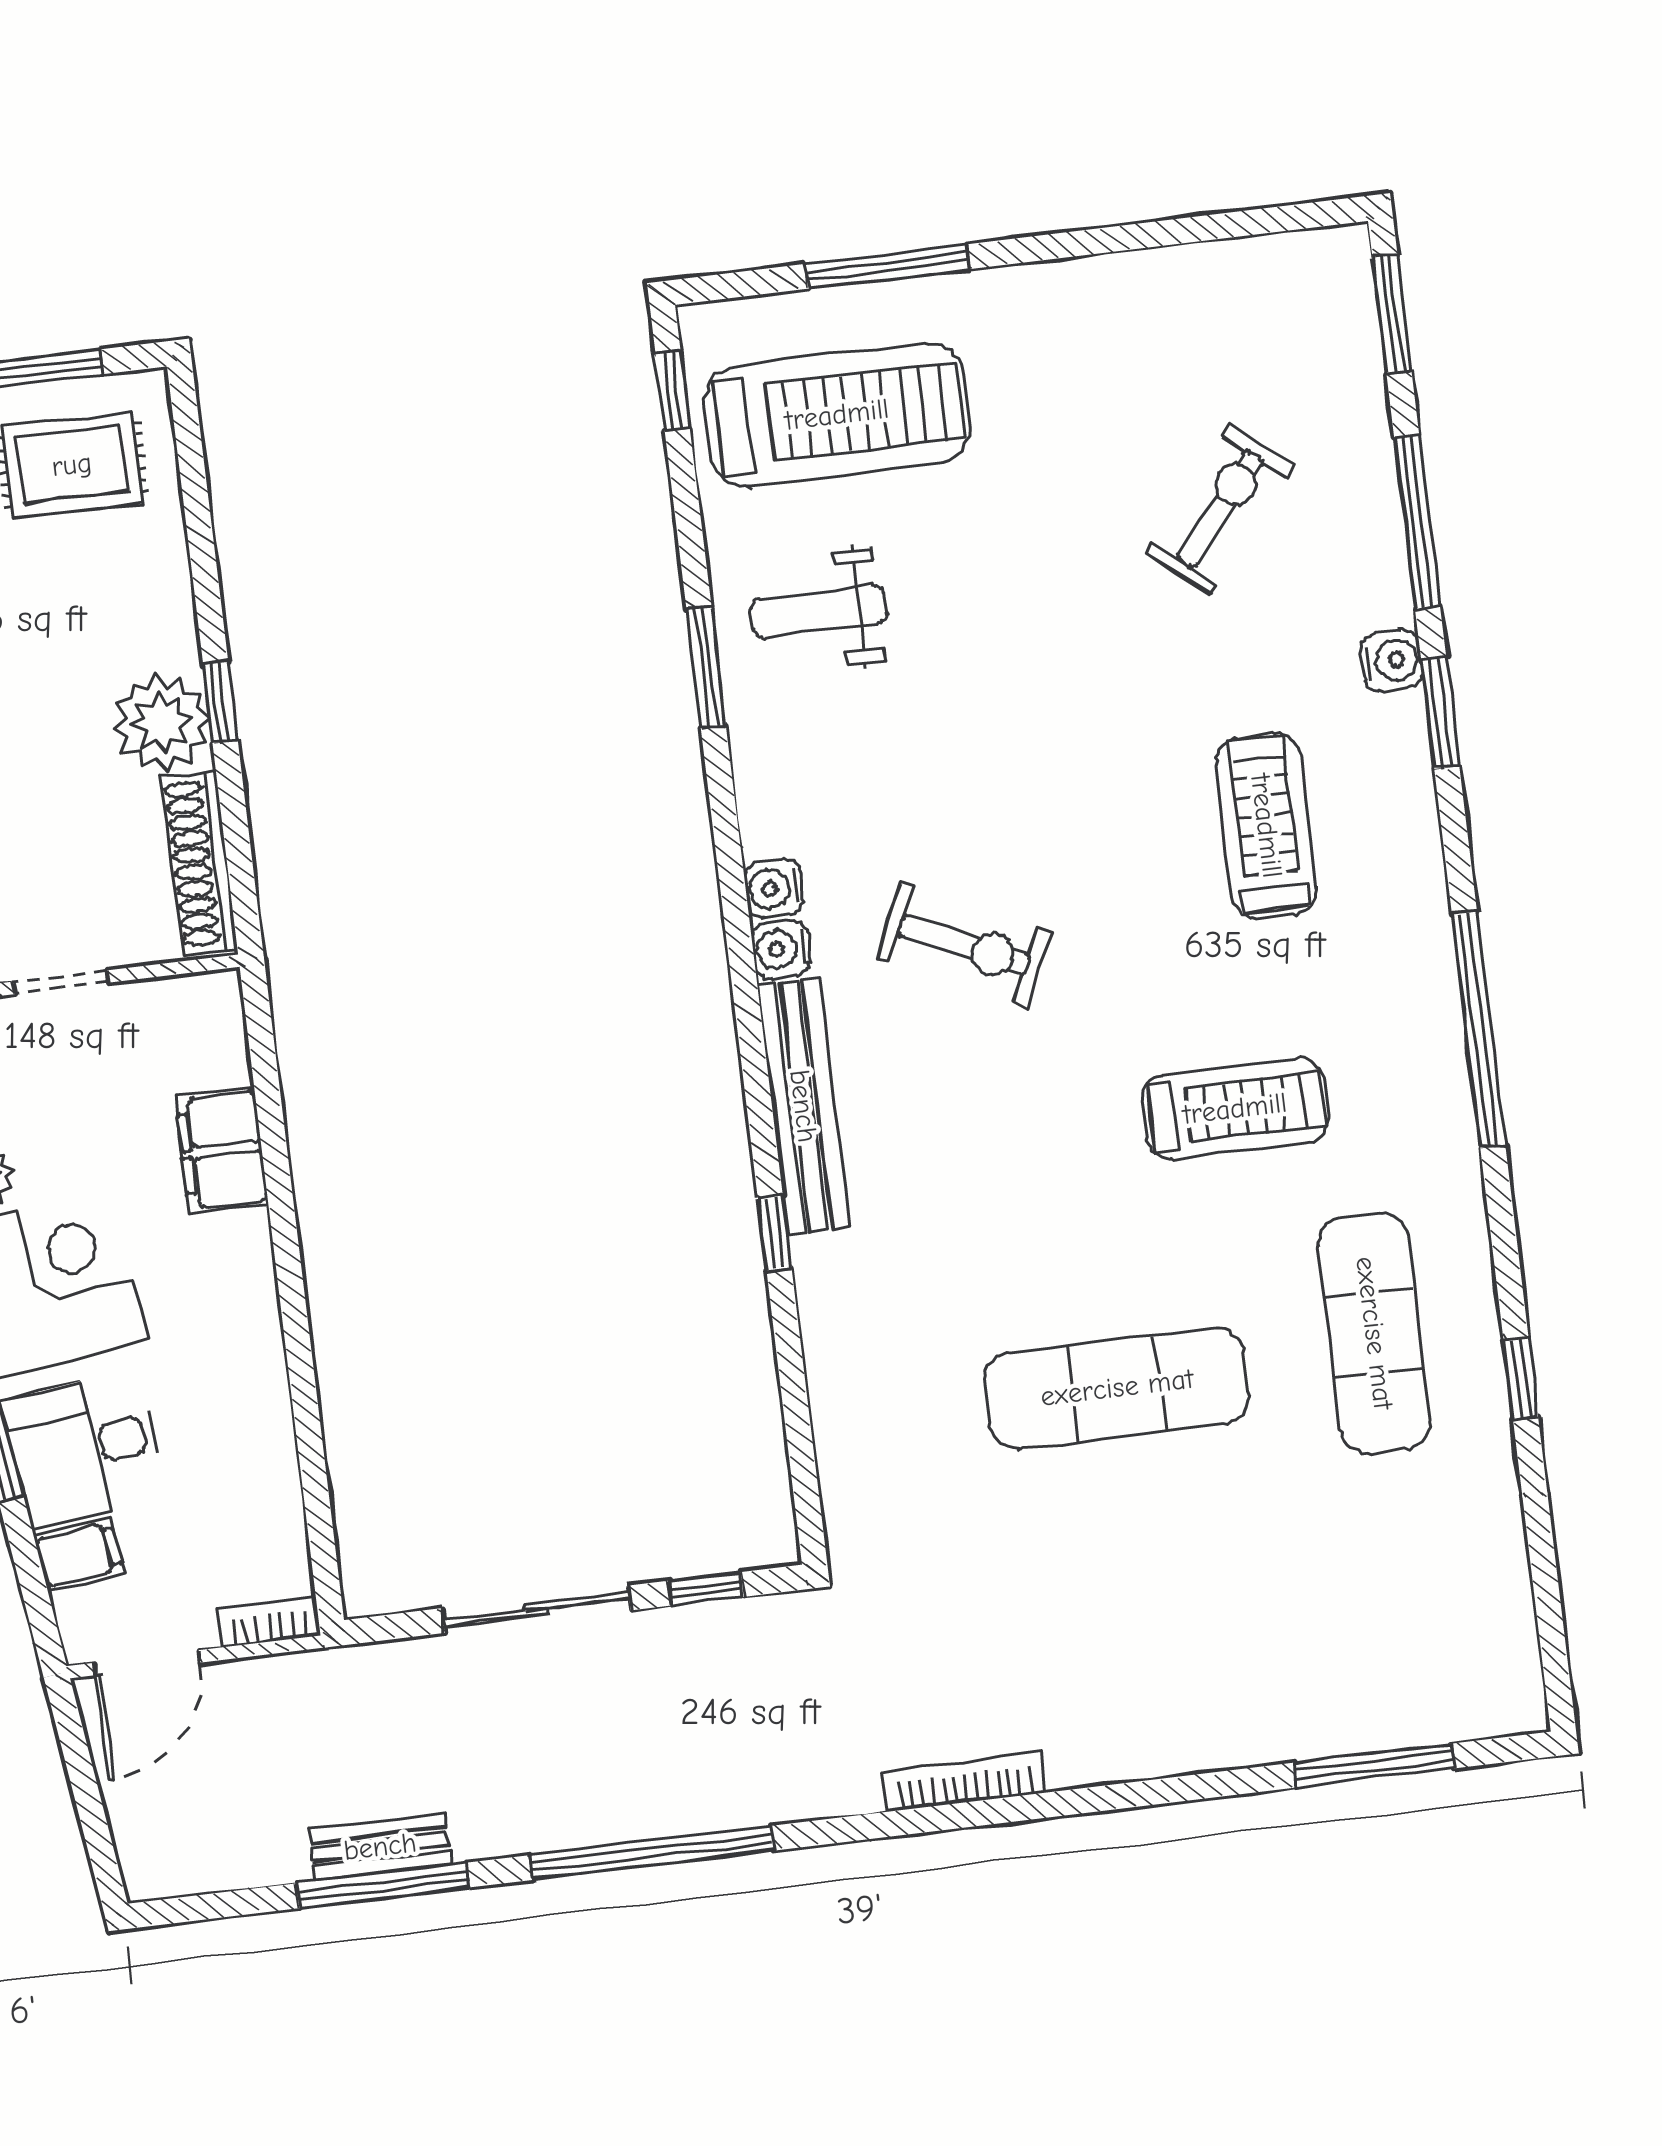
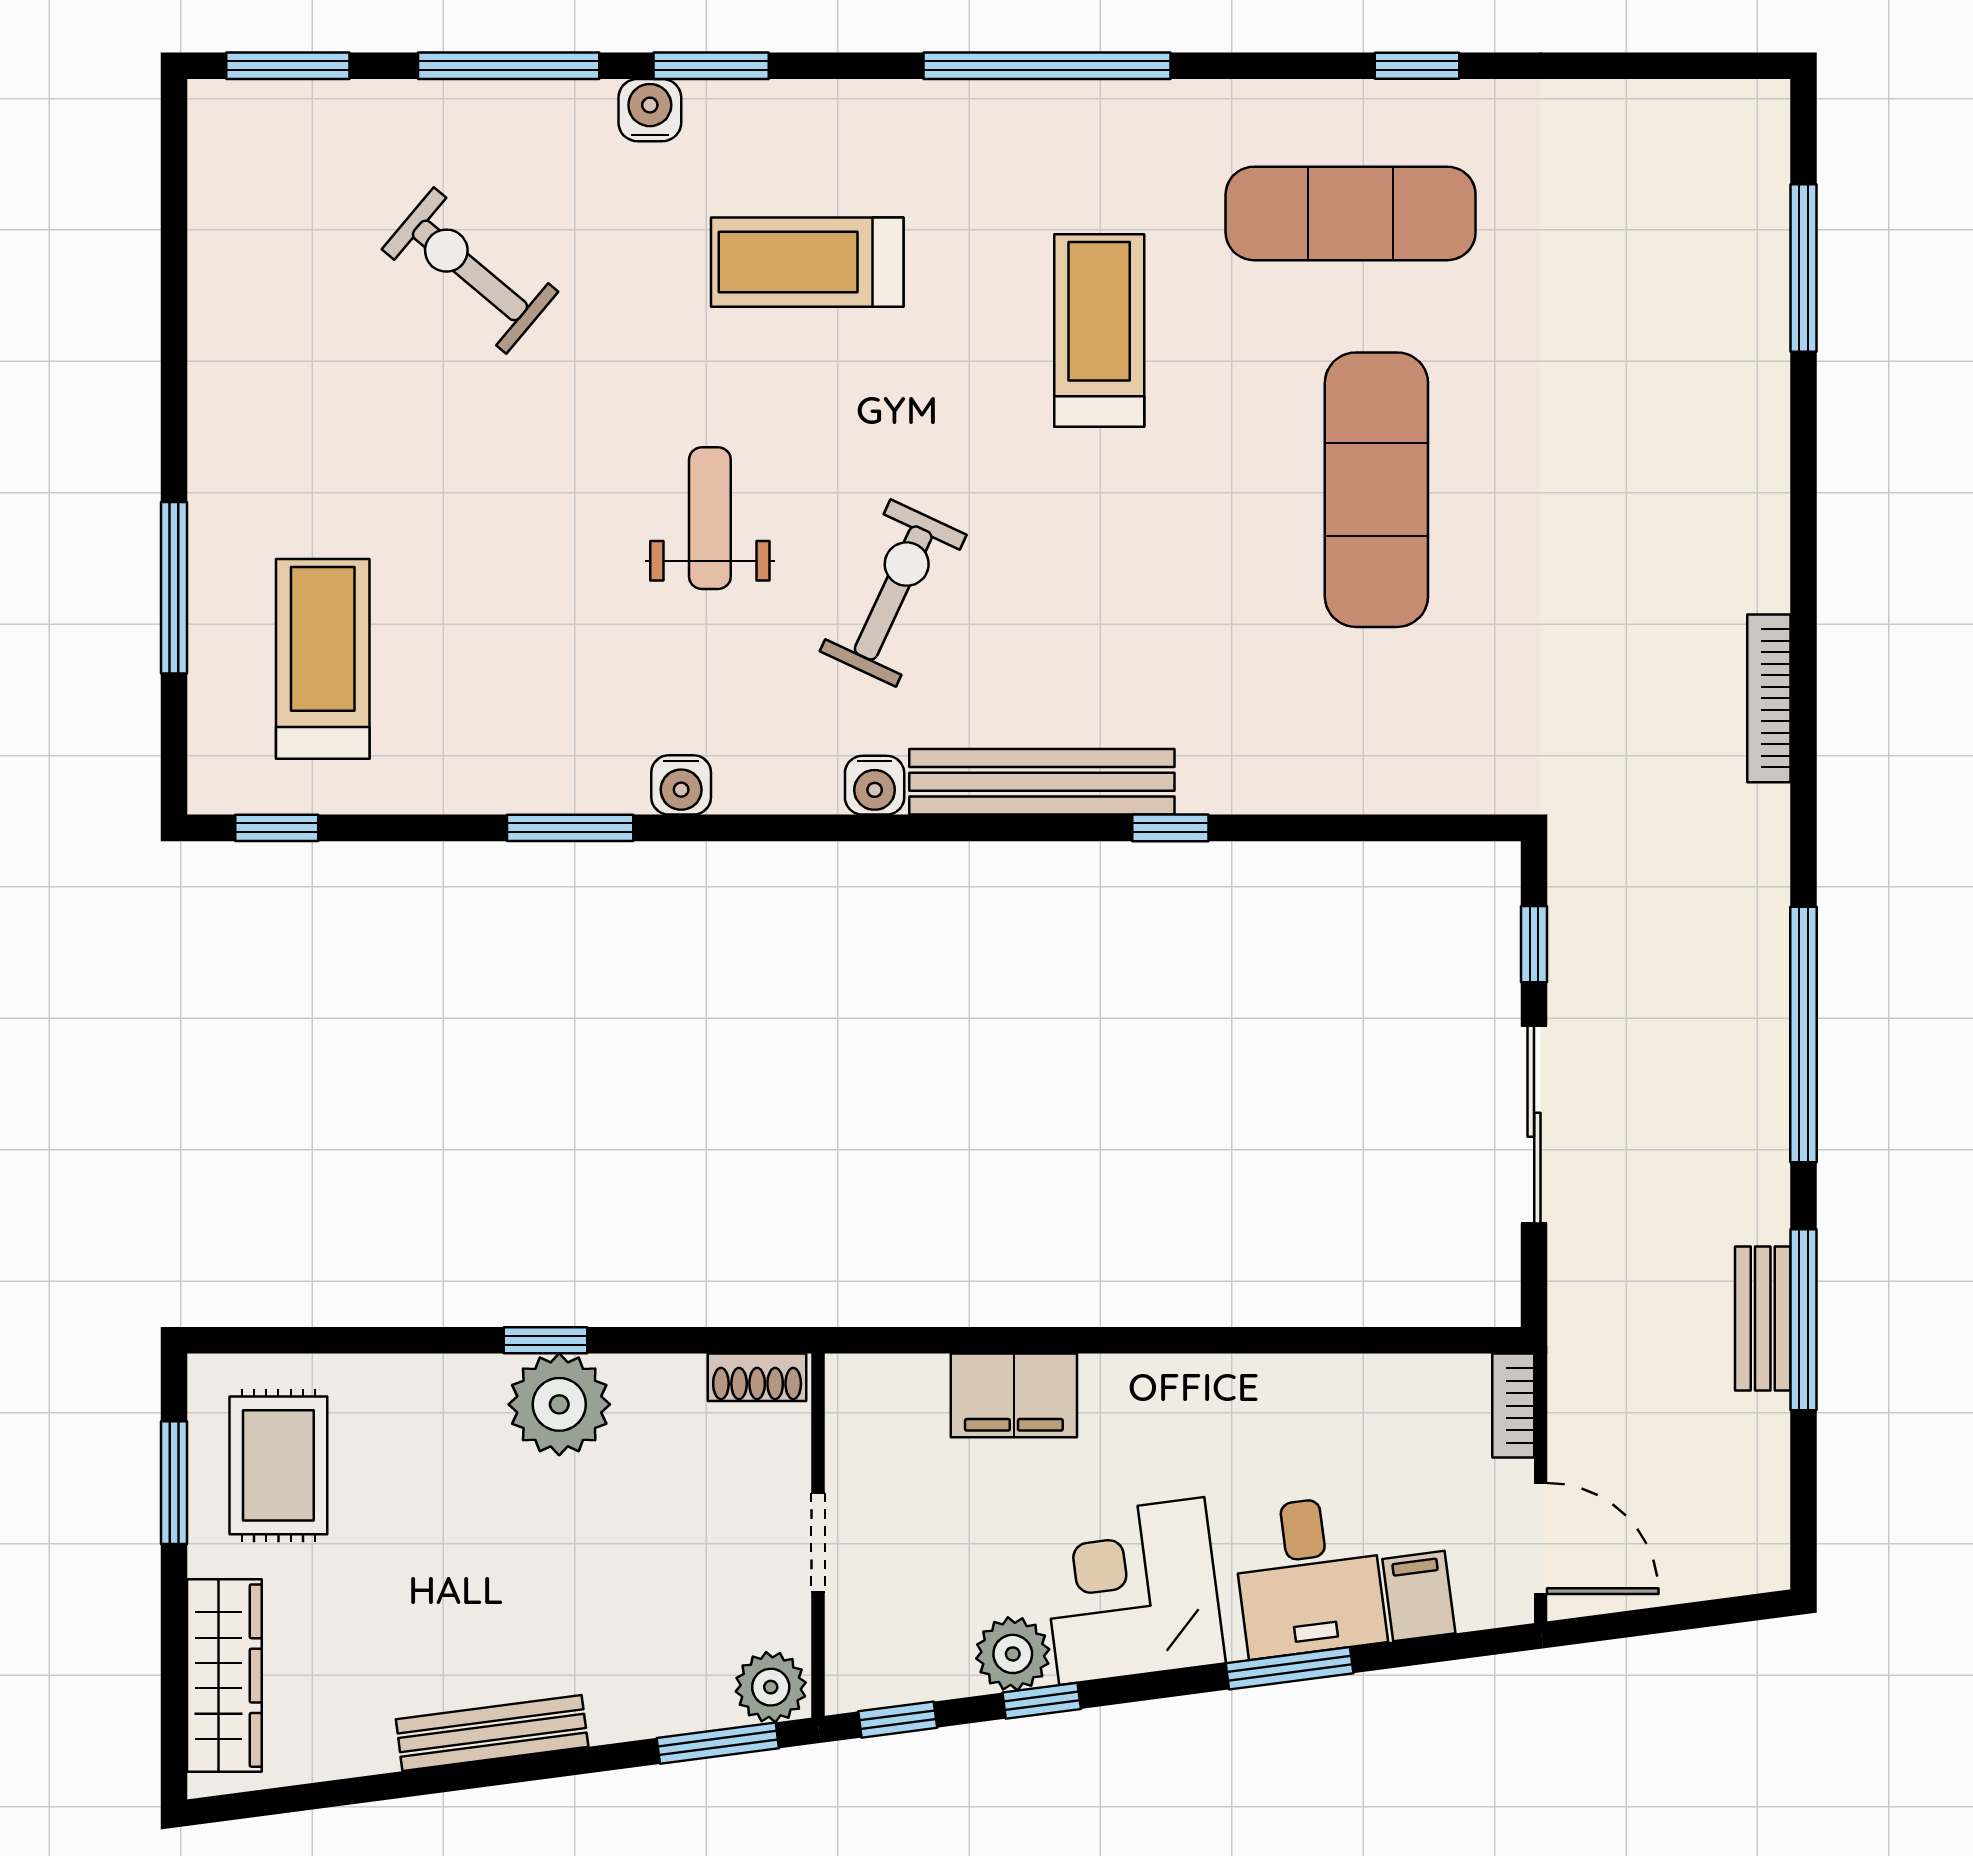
treadmill: (837, 415) -> (323, 659), width x0.73, depth x0.73
weight bench: (819, 611) -> (710, 518), moved, turned 180
shoe rack: (199, 863) -> (757, 1377), width x0.51, depth x0.81
water cooler: (774, 888) -> (681, 785), moved

